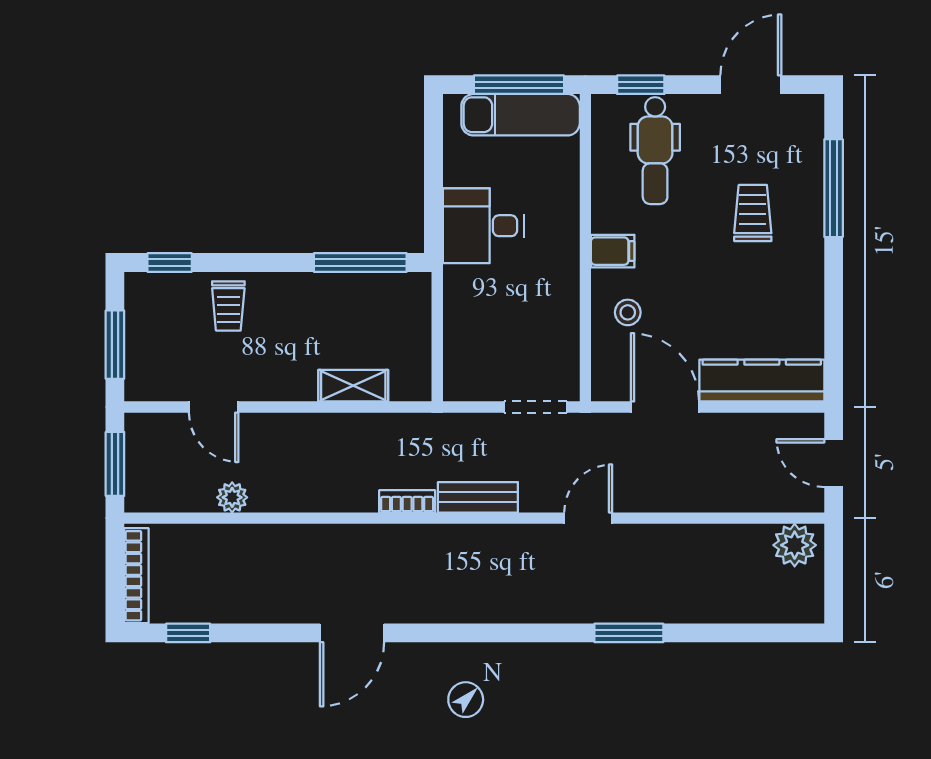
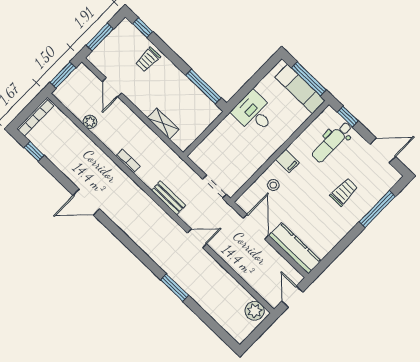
bookcase: (407, 501) -> (128, 161), moved

